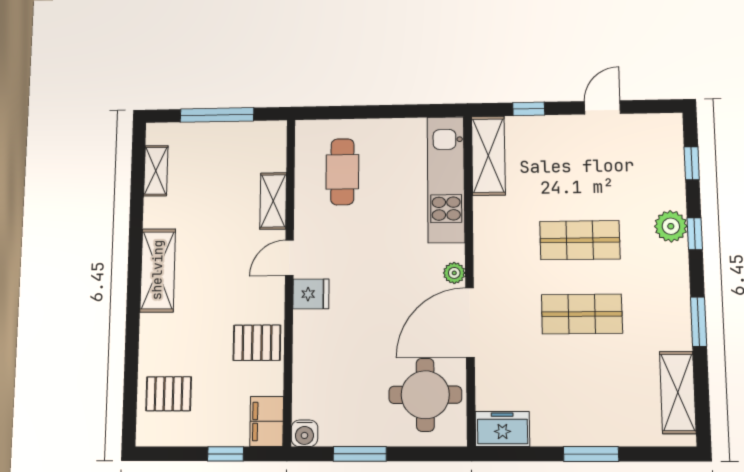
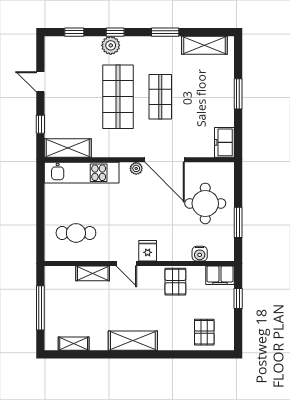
shop shelf: (580, 240) -> (118, 97), width x1.43, depth x1.36
round table: (425, 395) -> (205, 203), moved
water cooler: (304, 433) -> (200, 254), moved, turned 90

